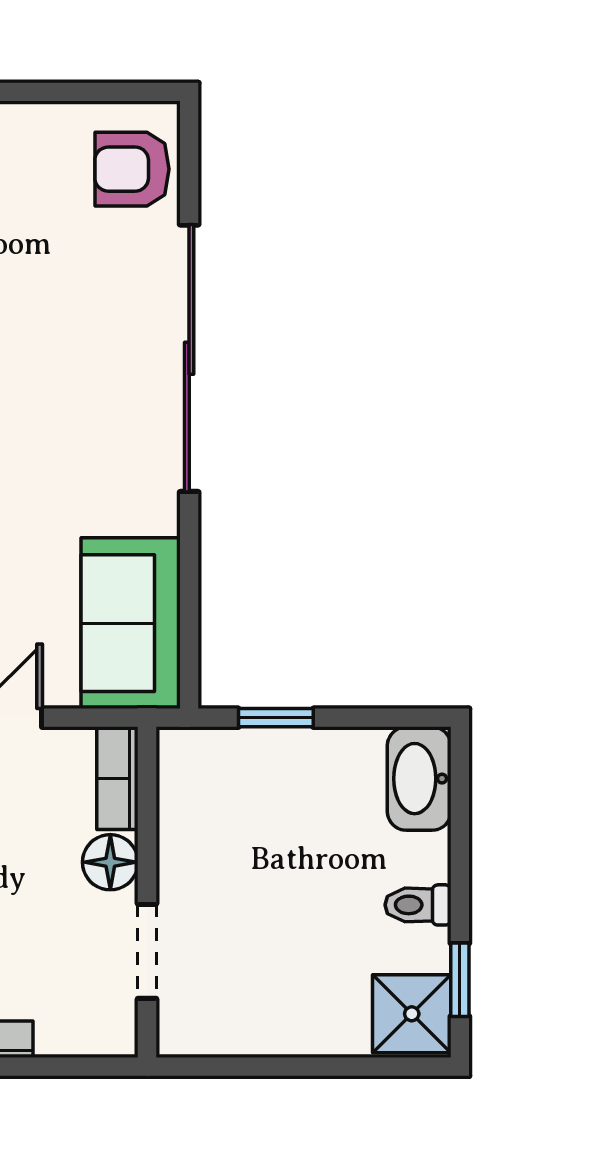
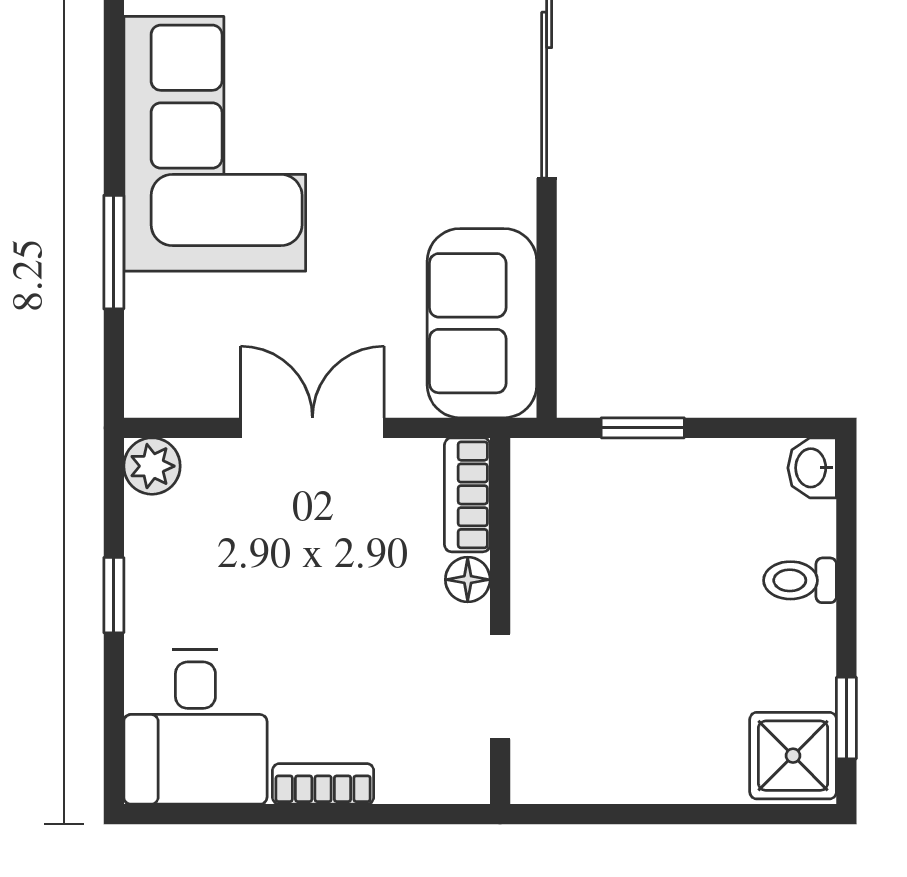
washbasin: (419, 779) -> (812, 468), width x0.52, depth x0.69
floor lamp: (110, 862) -> (468, 580), width x0.73, depth x0.73
toilet: (418, 905) -> (800, 580), moved

